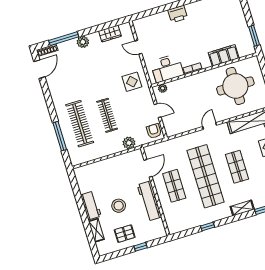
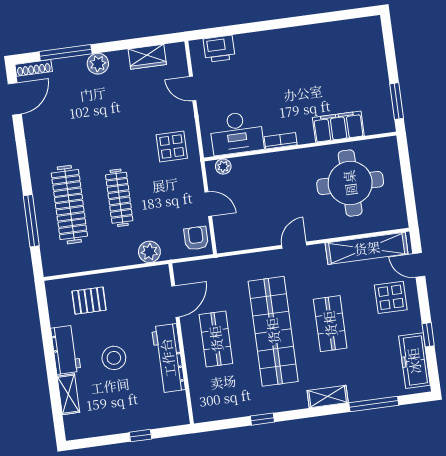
printer: (178, 14) -> (219, 49), moved
pallet: (125, 234) -> (89, 301), moved

